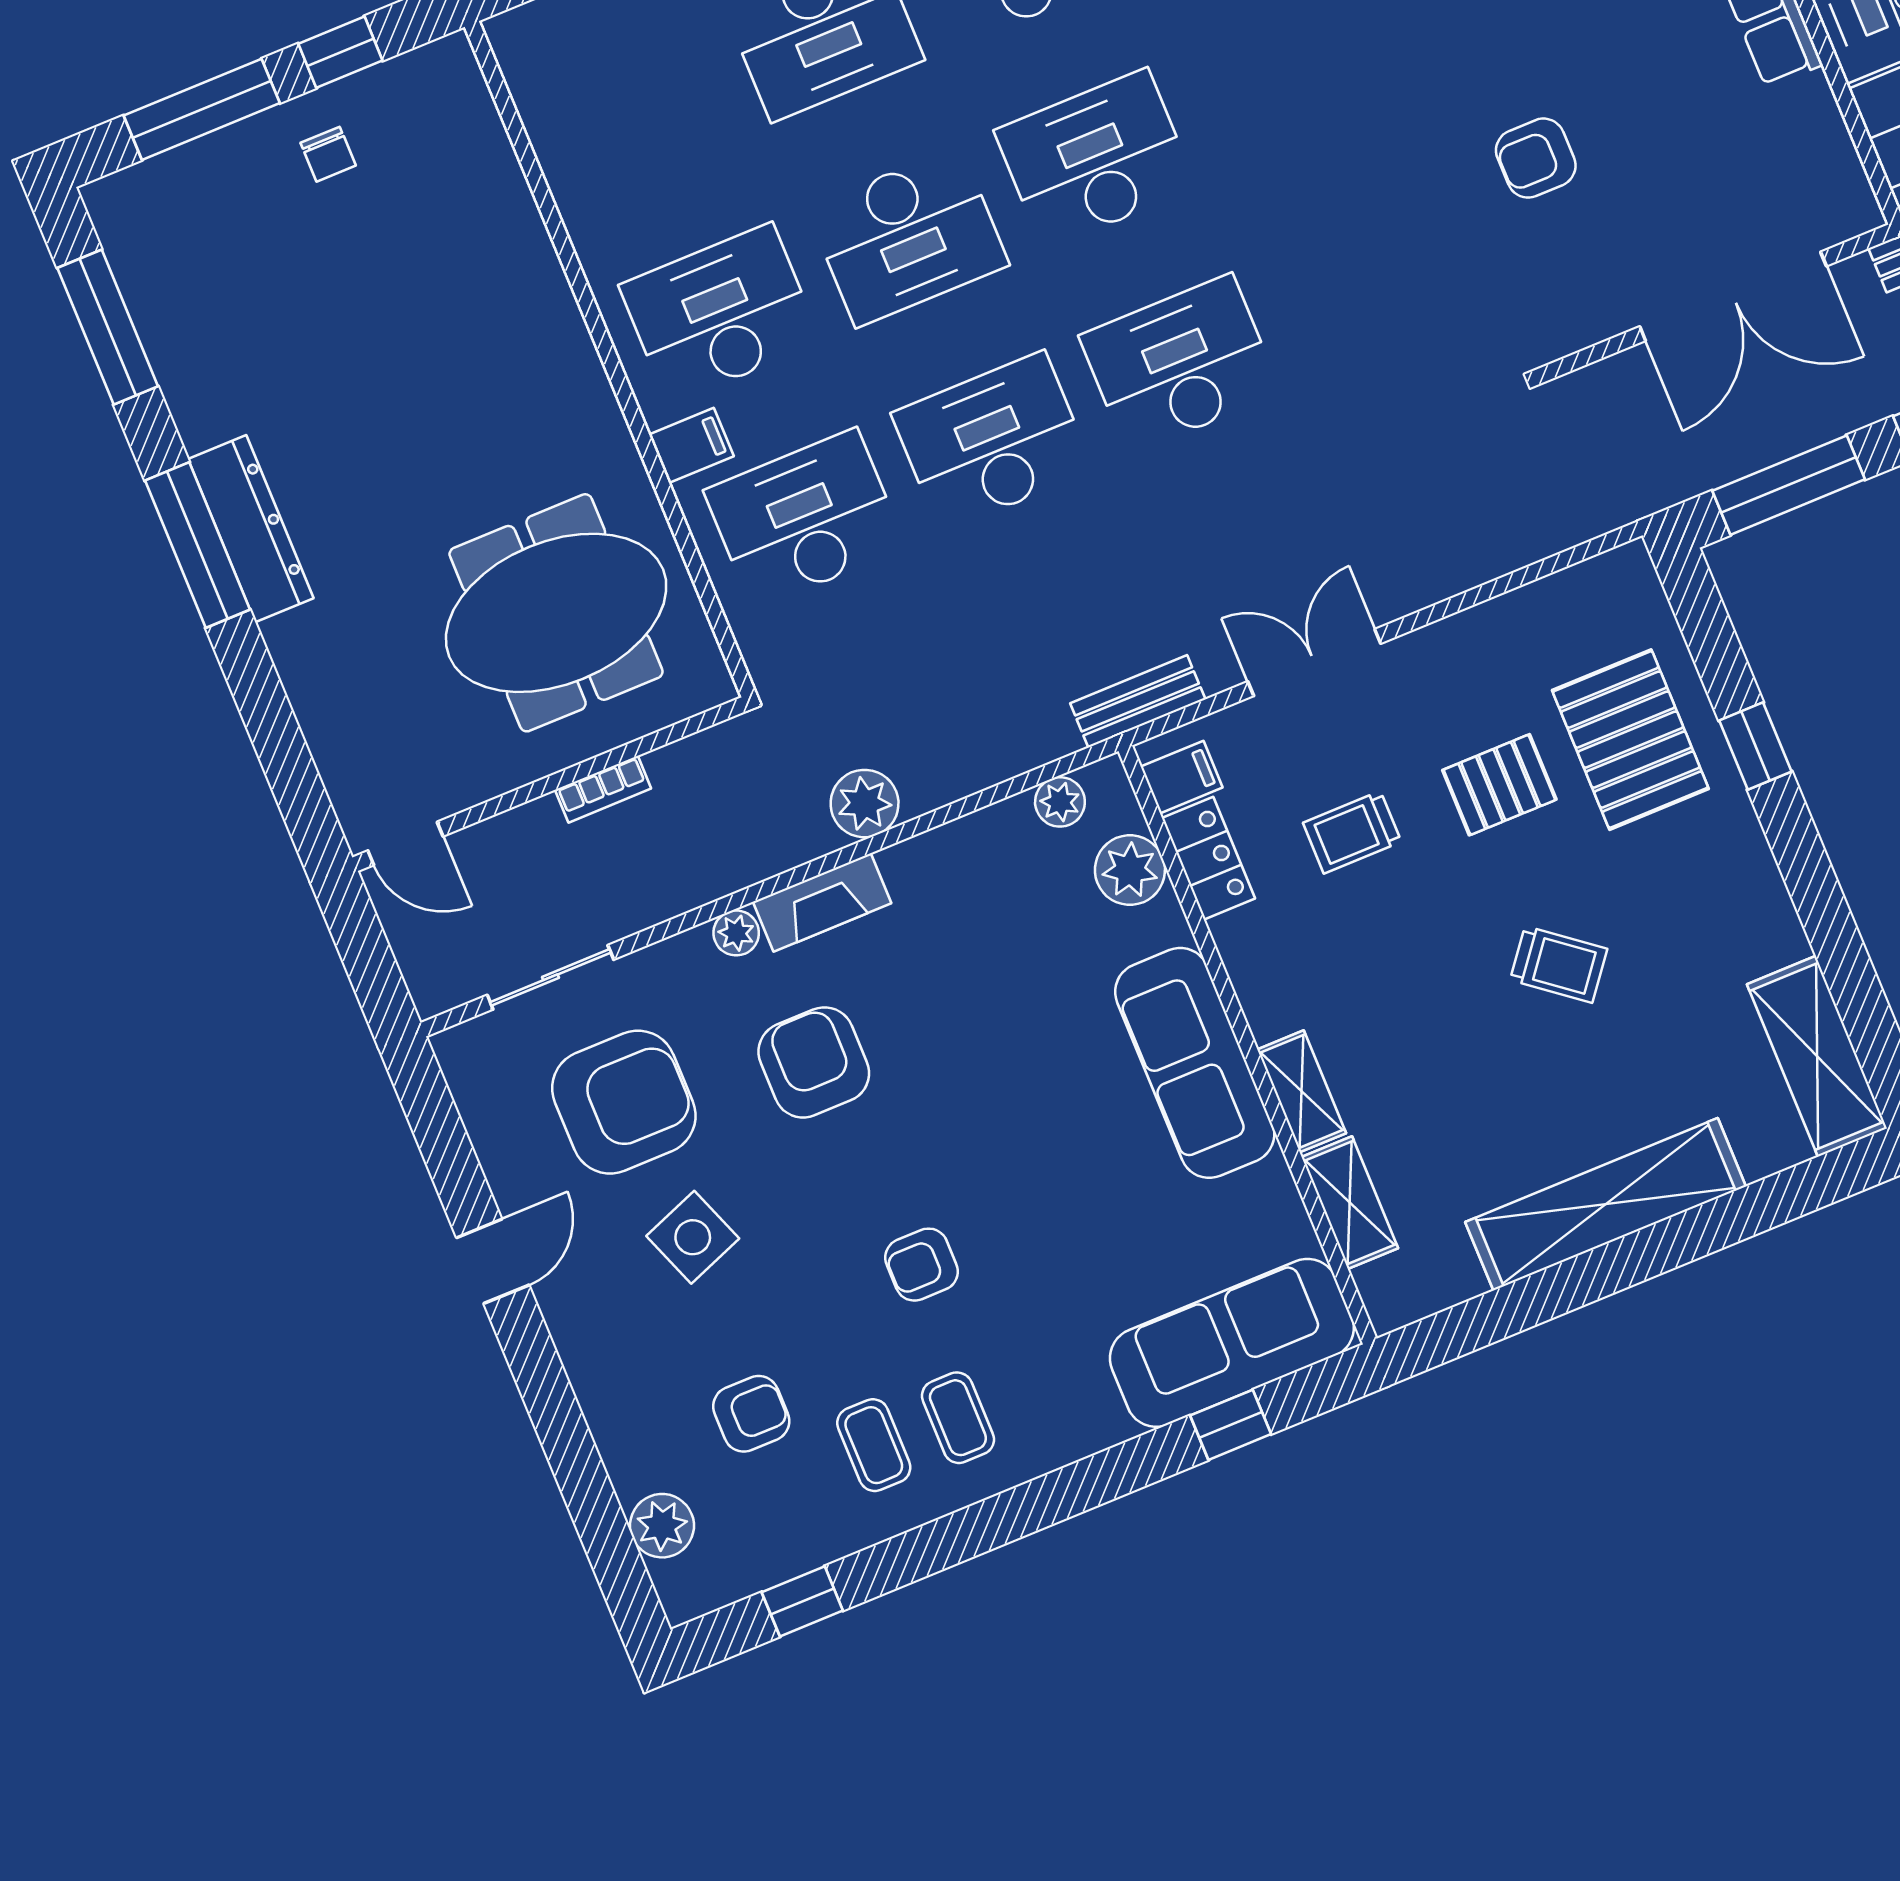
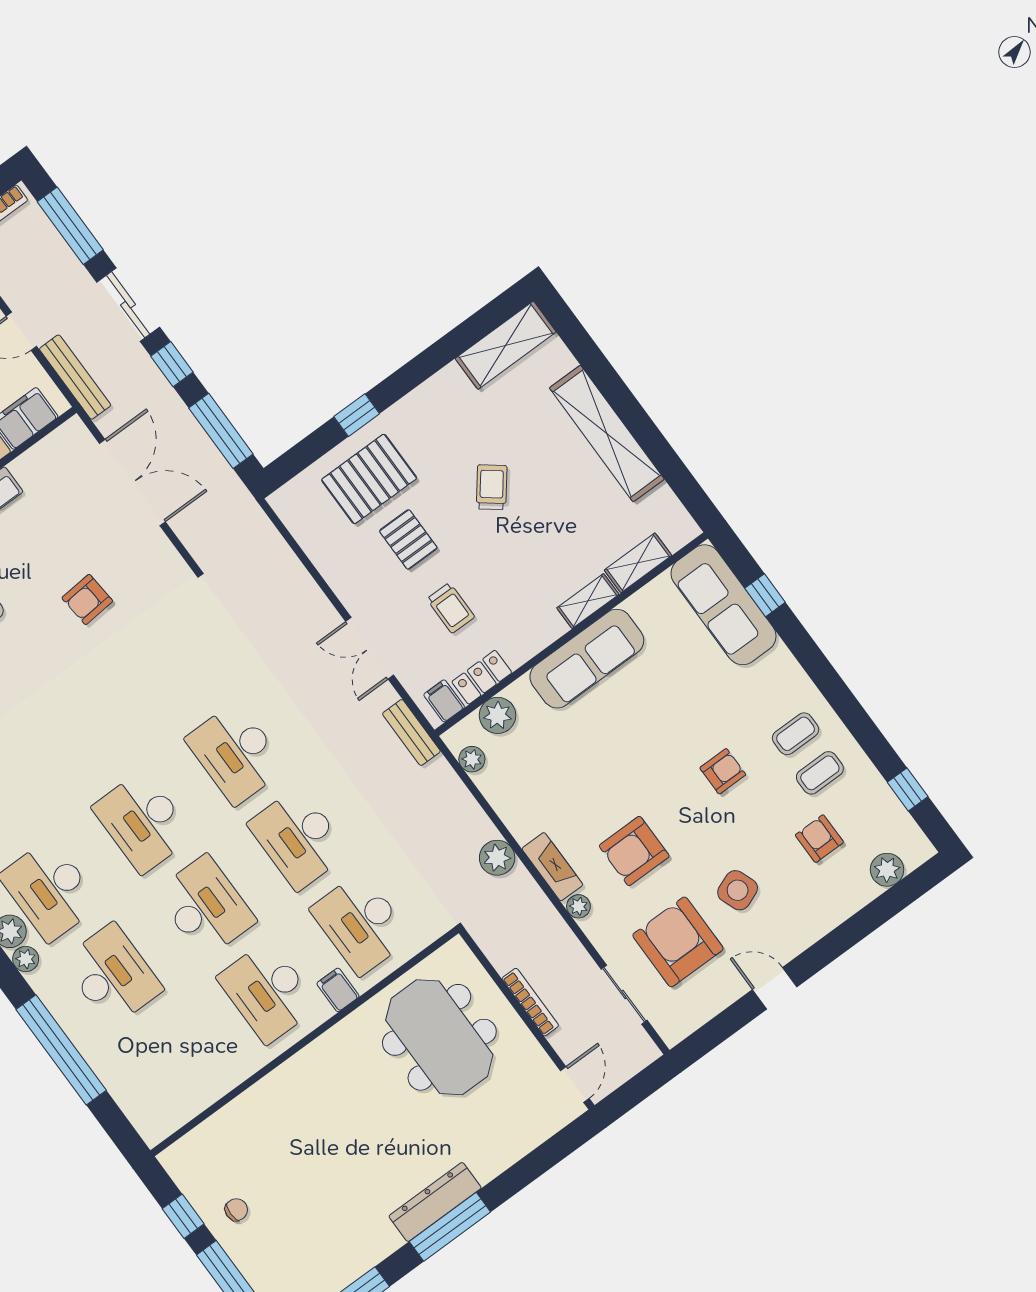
armchair: (1536, 158) -> (87, 599), turned 85
bookcase: (603, 789) -> (530, 1002), width x1.56
armchair: (922, 1265) -> (723, 771), turned -90

